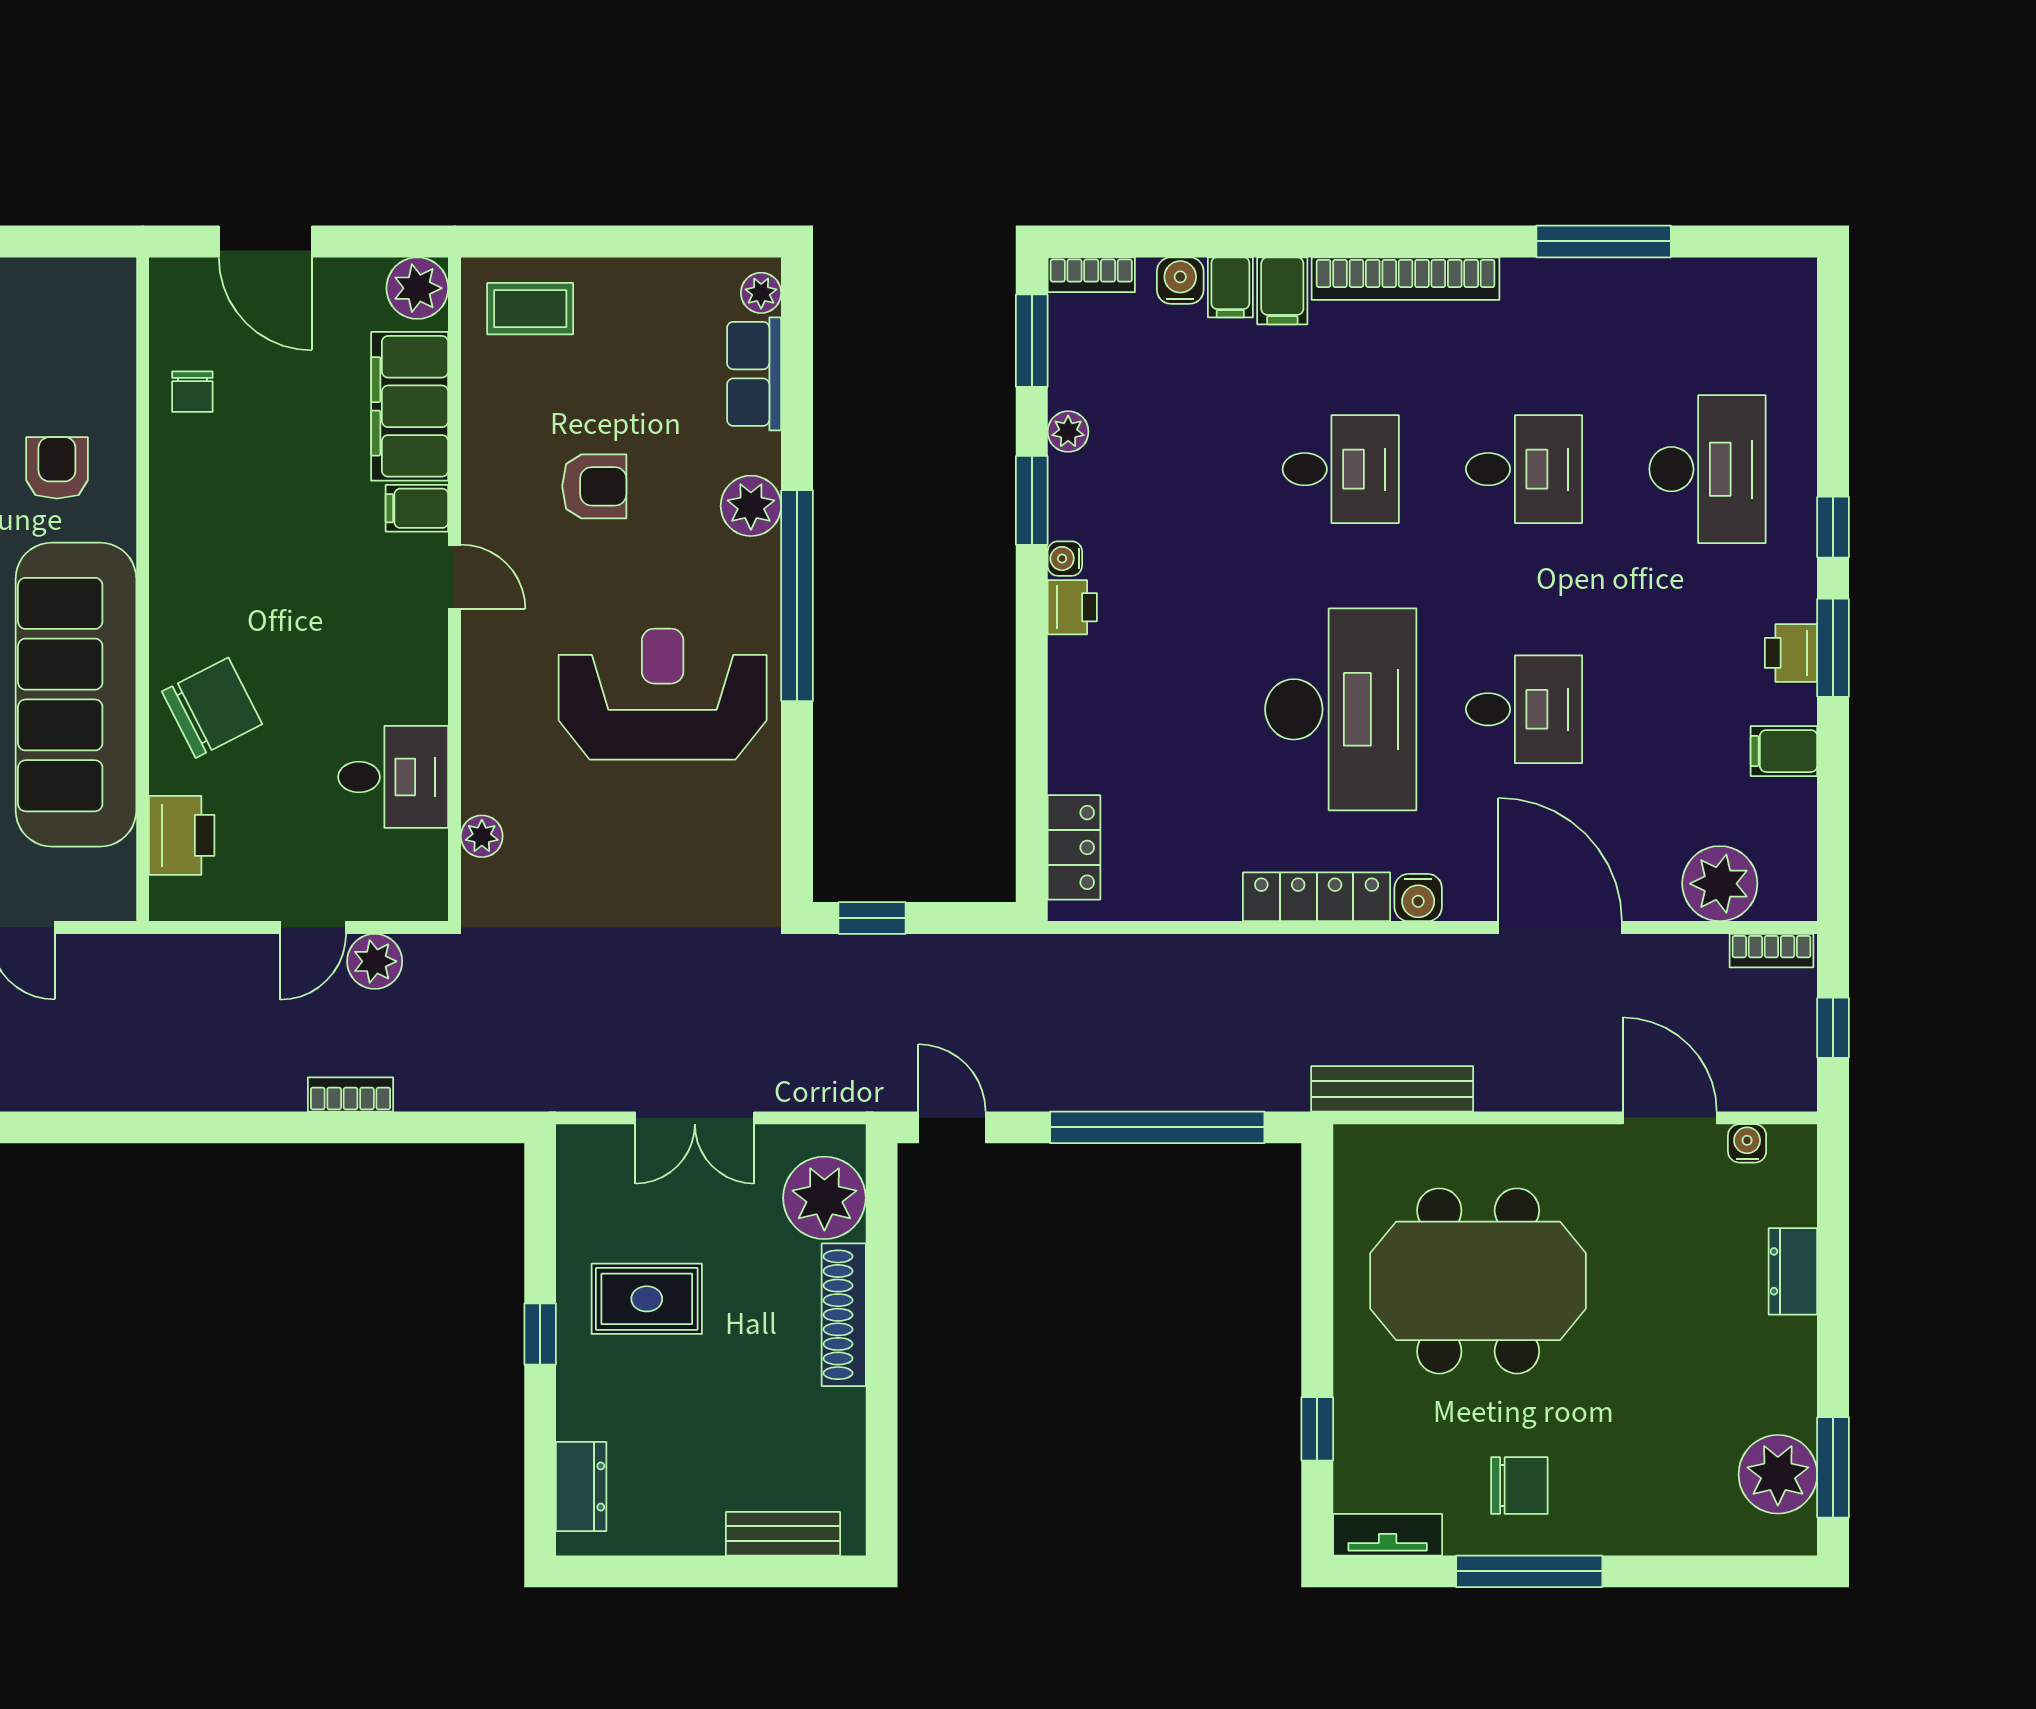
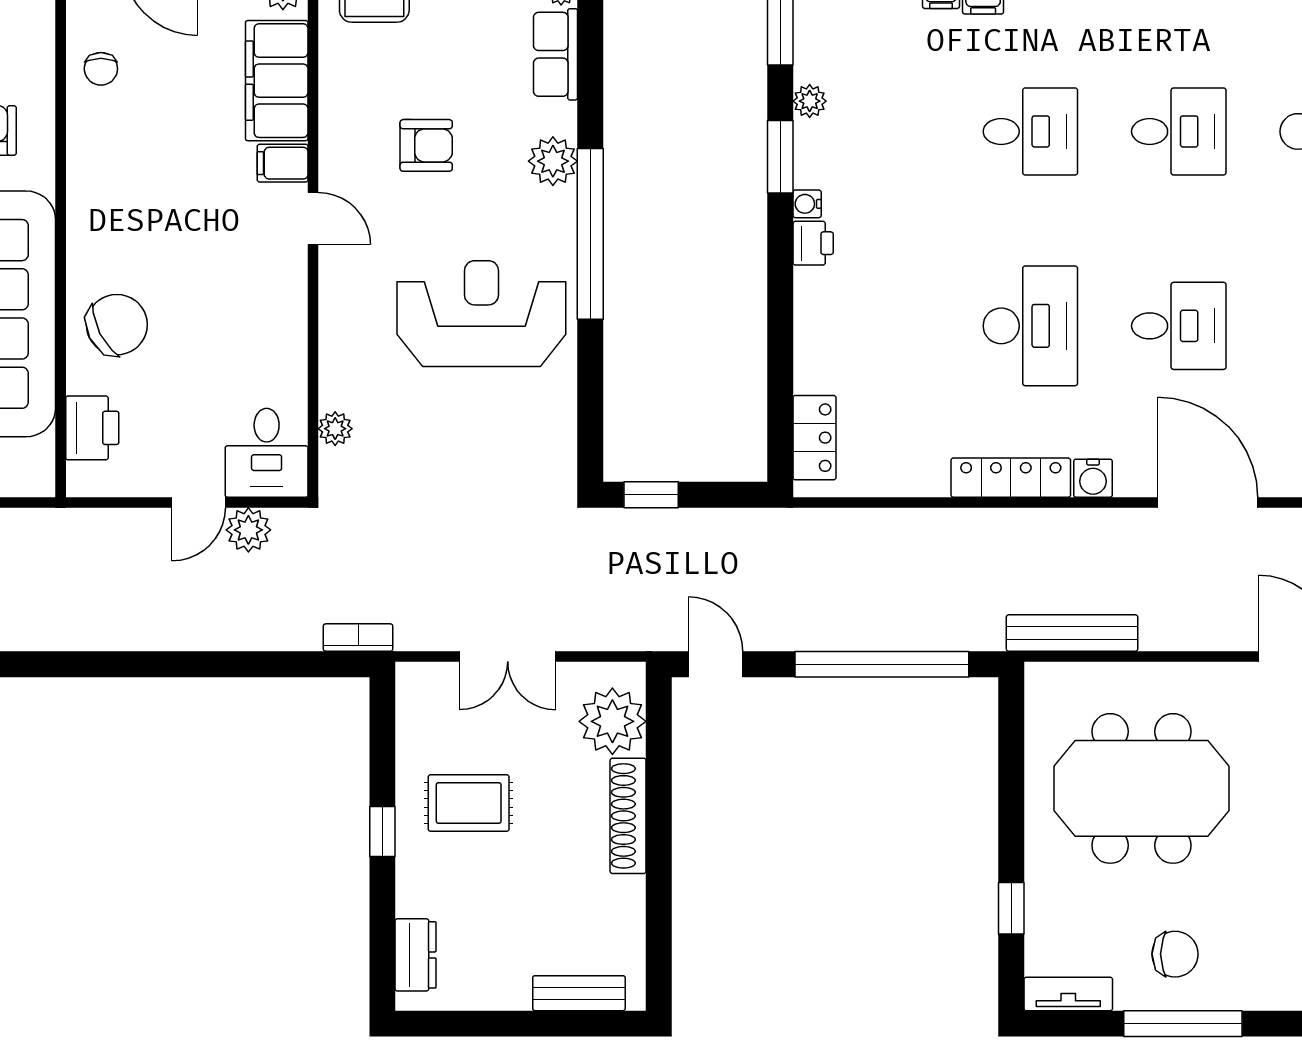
desk: (1341, 709) -> (1030, 326), width x0.73, depth x0.77
desk: (393, 777) -> (267, 453), moved, turned 90
bookcase: (351, 1094) -> (358, 638), moved

